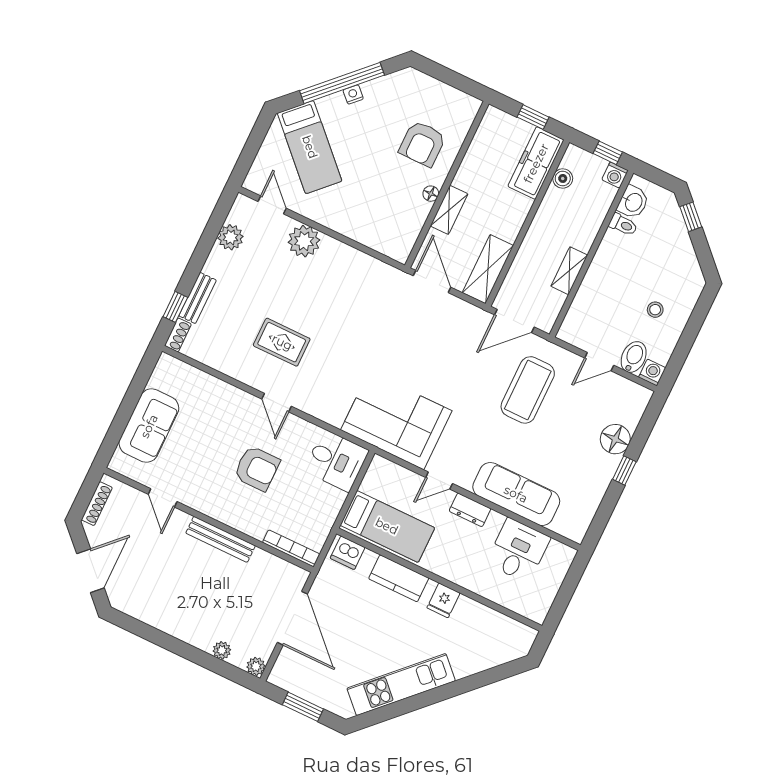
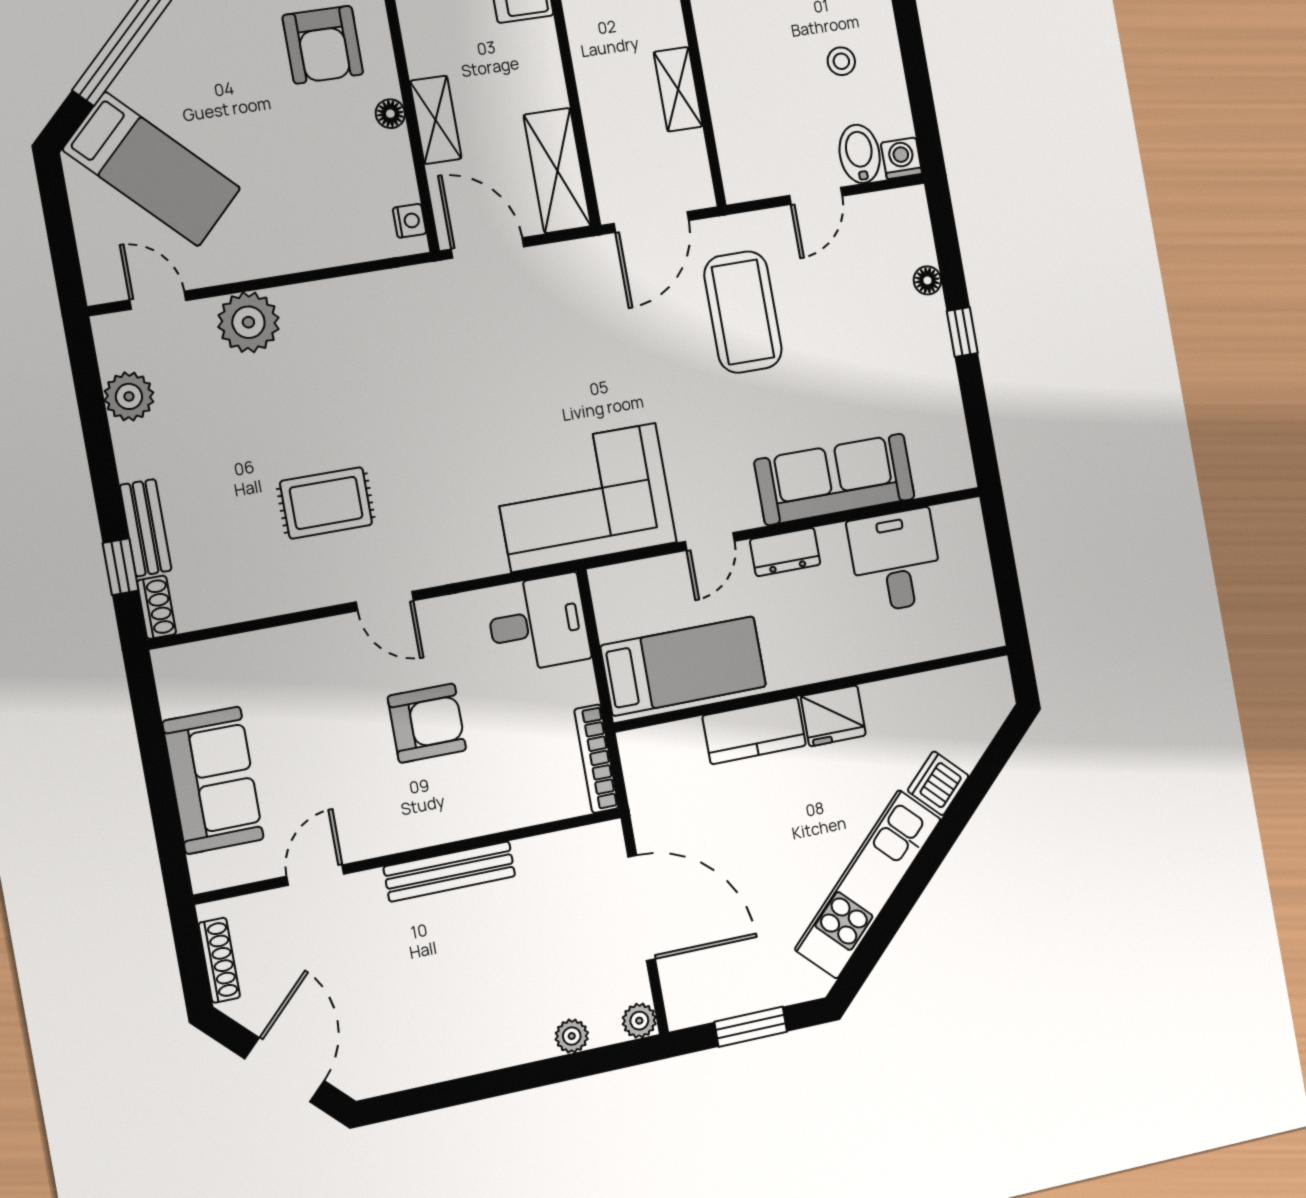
nightstand: (353, 94) -> (409, 221), moved, turned 135
floor lamp: (615, 439) -> (927, 280), width x0.53, depth x0.53
door: (163, 498) -> (315, 875), swing flipped
bookcase: (291, 548) -> (596, 759), moved, turned -90
dishwasher: (348, 553) -> (938, 783), moved, turned 135
fridge: (443, 600) -> (833, 716), width x1.38

